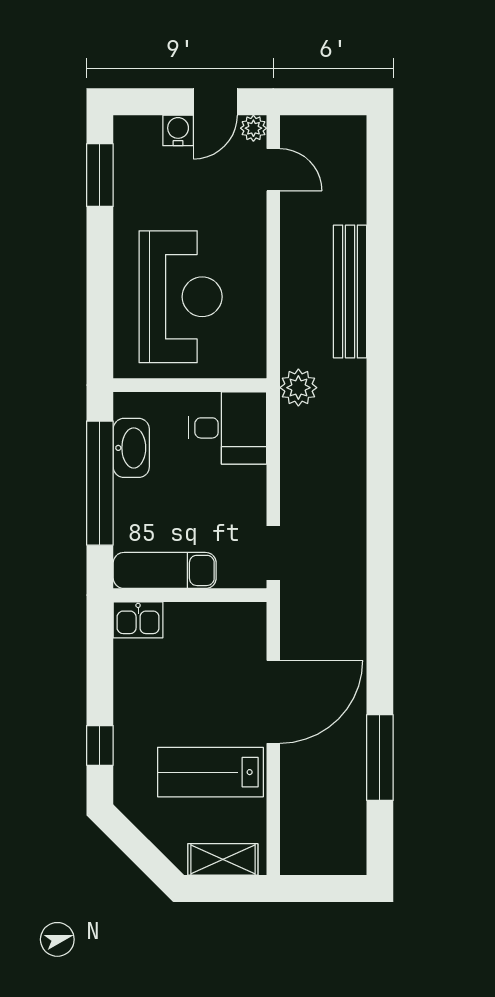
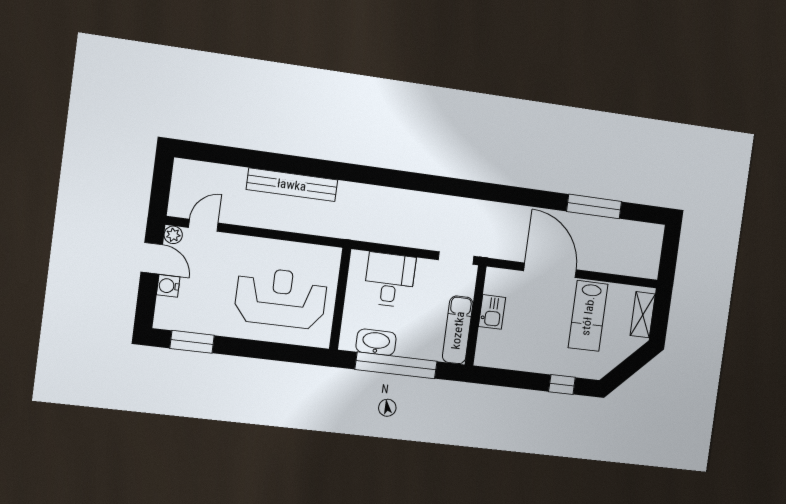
plant: (298, 388) -> (351, 227), removed
desk: (228, 428) -> (390, 280), moved
kitchen sink: (138, 620) -> (492, 312), moved

